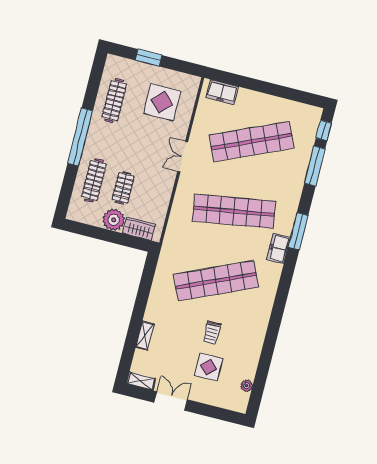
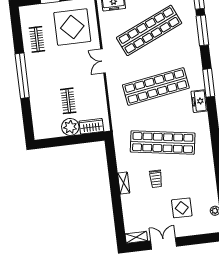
clothes rail: (114, 101) -> (37, 39), width x0.73
display table: (162, 102) -> (72, 27), width x1.36, depth x1.36
clothes rail: (94, 180) -> (45, 104), removed
shop shelf: (216, 281) -> (163, 143), turned 33
trolley: (212, 333) -> (156, 179), moved
shelving: (145, 336) -> (124, 183), moved

